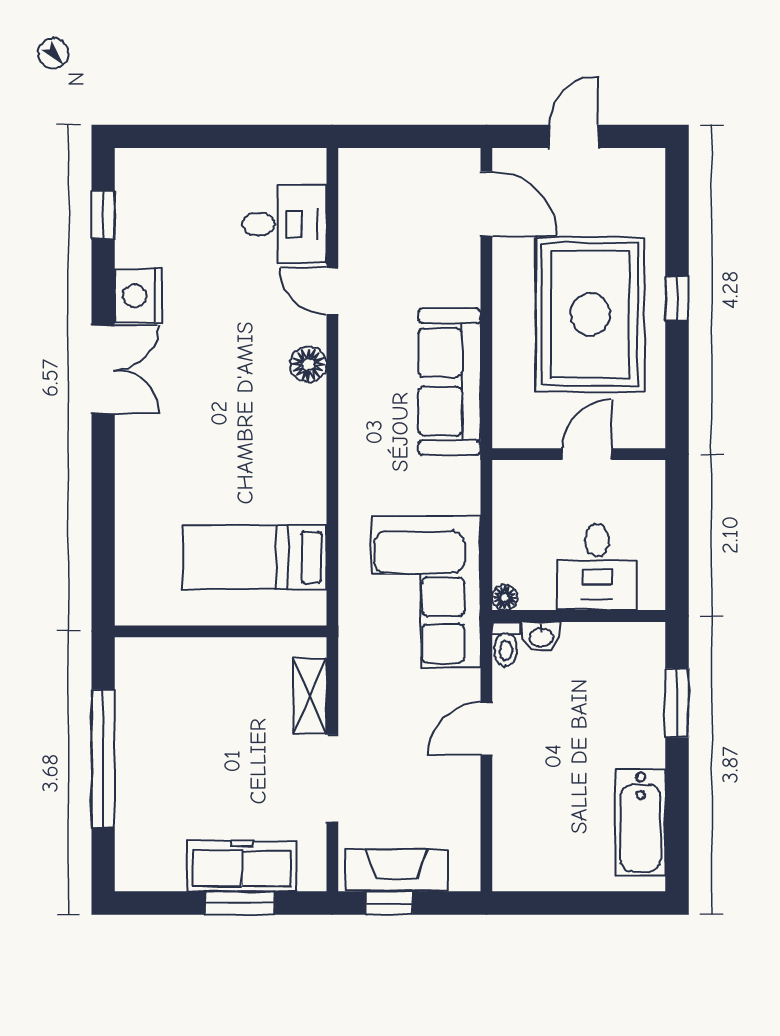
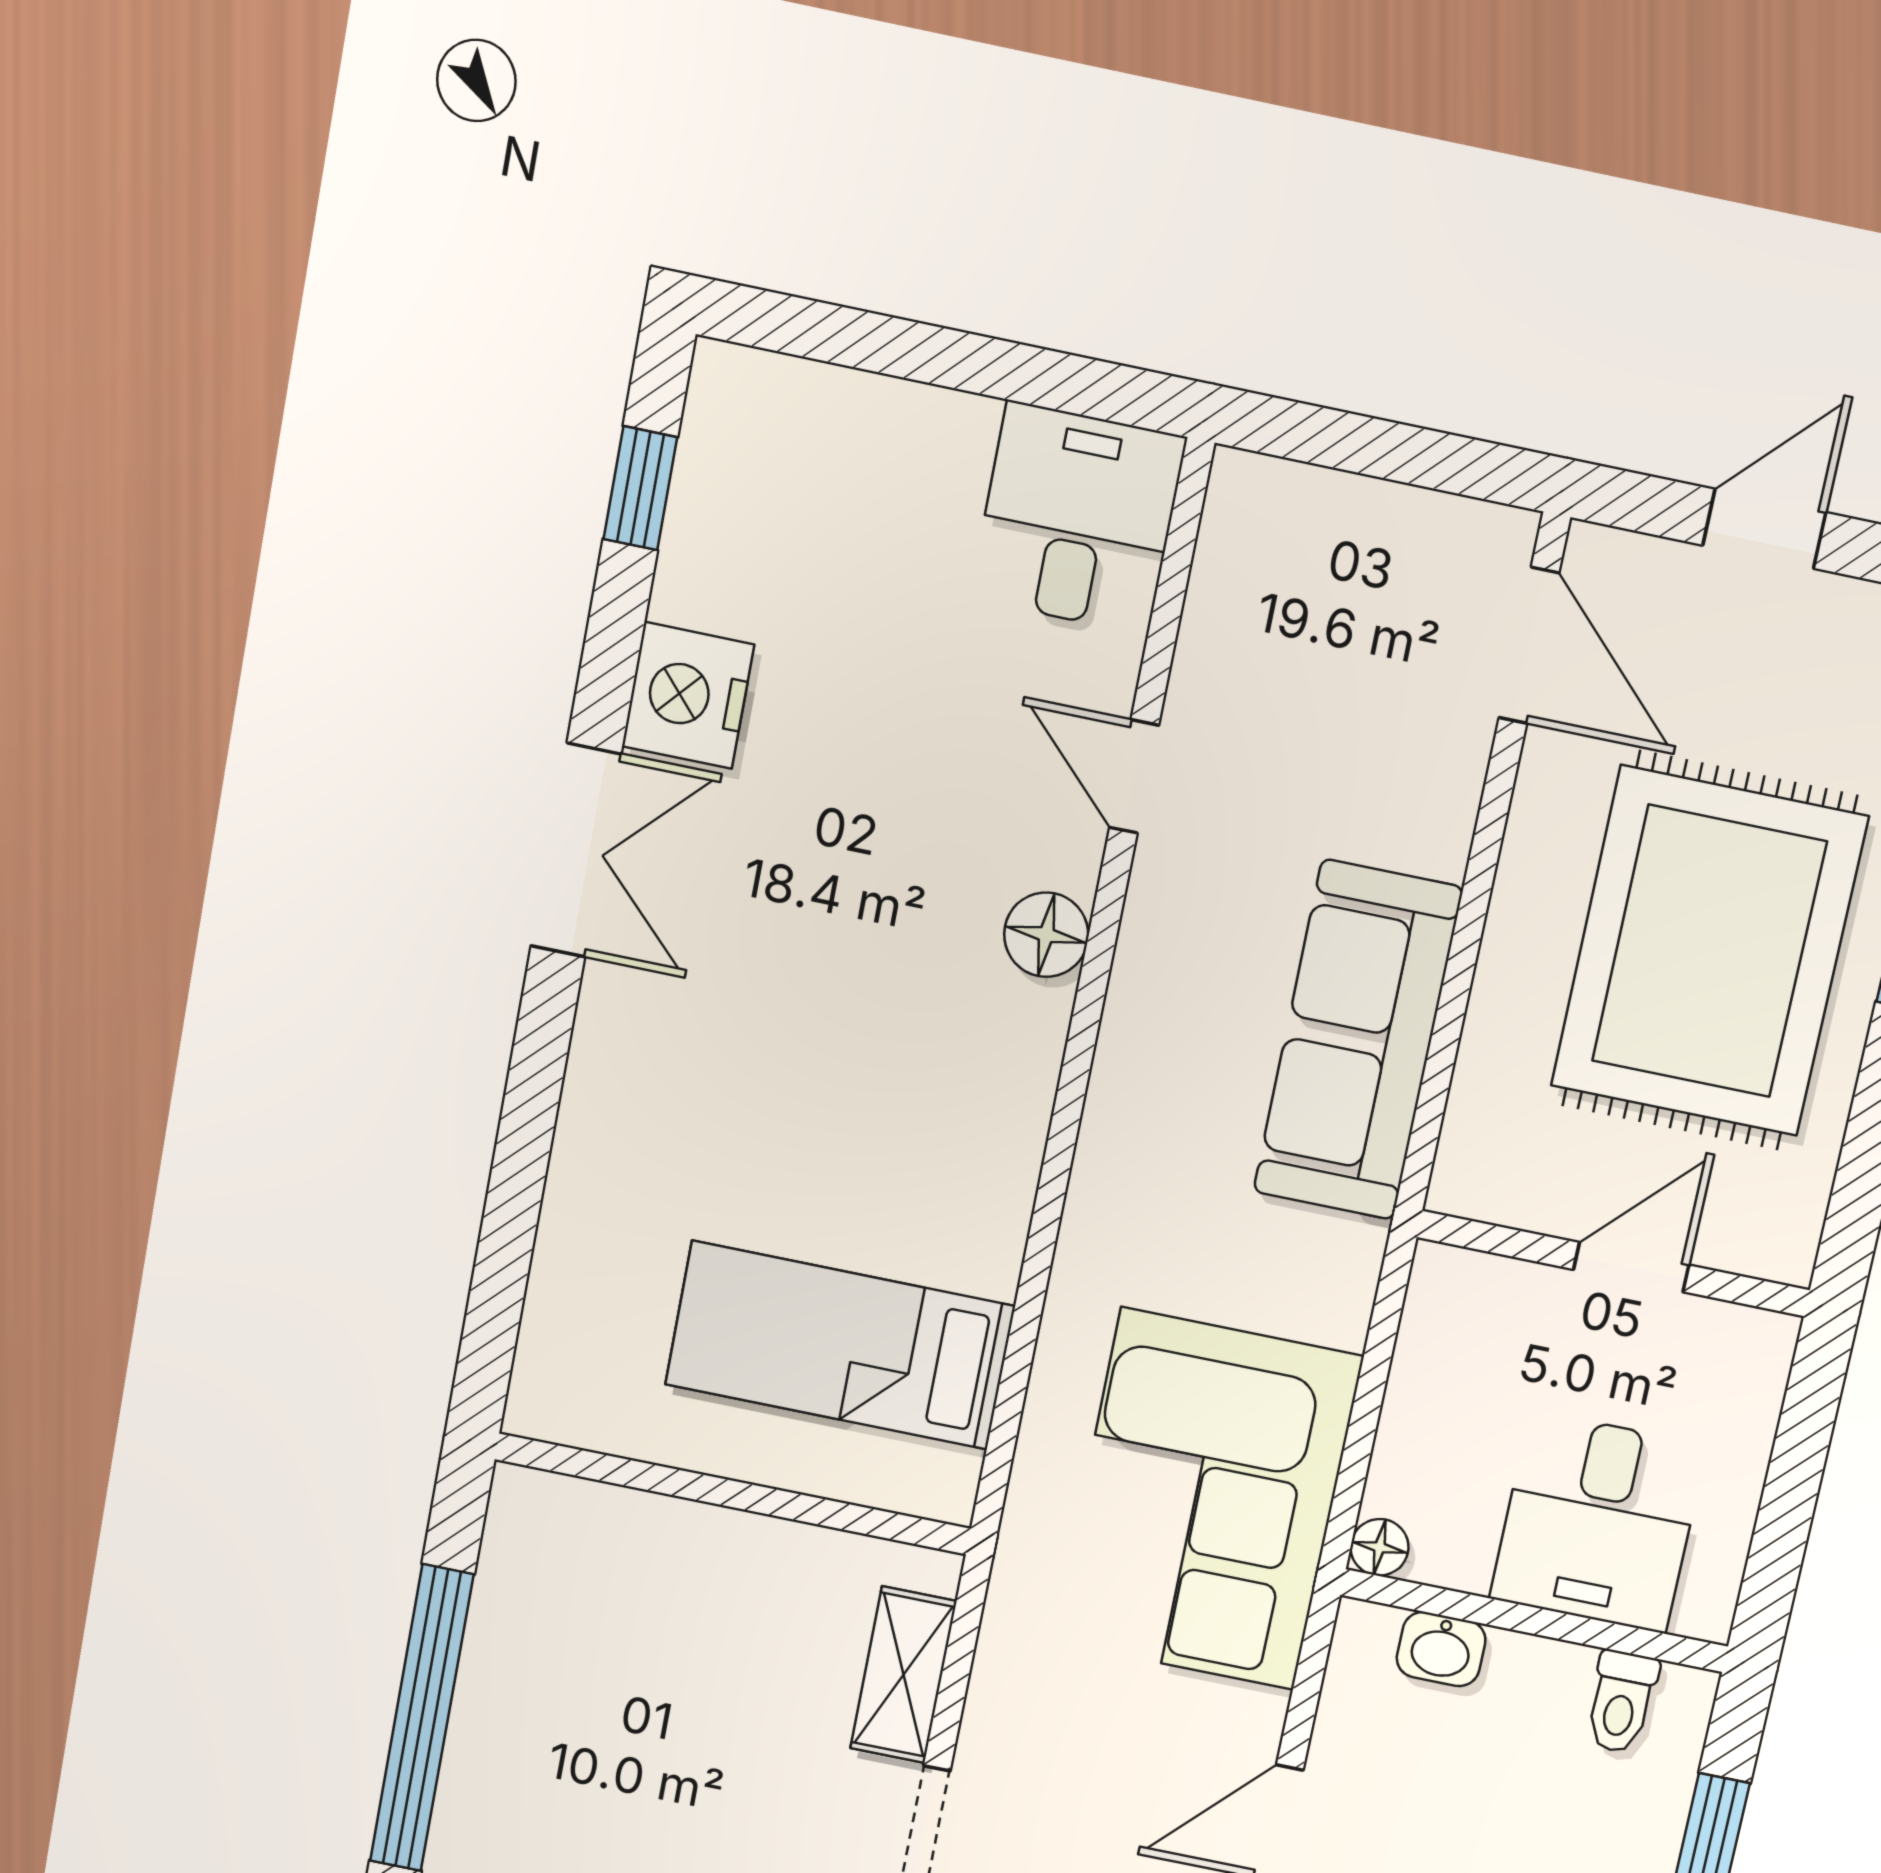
desk: (284, 224) -> (1078, 518), moved, turned -90
toilet: (506, 644) -> (1621, 1702), moved

